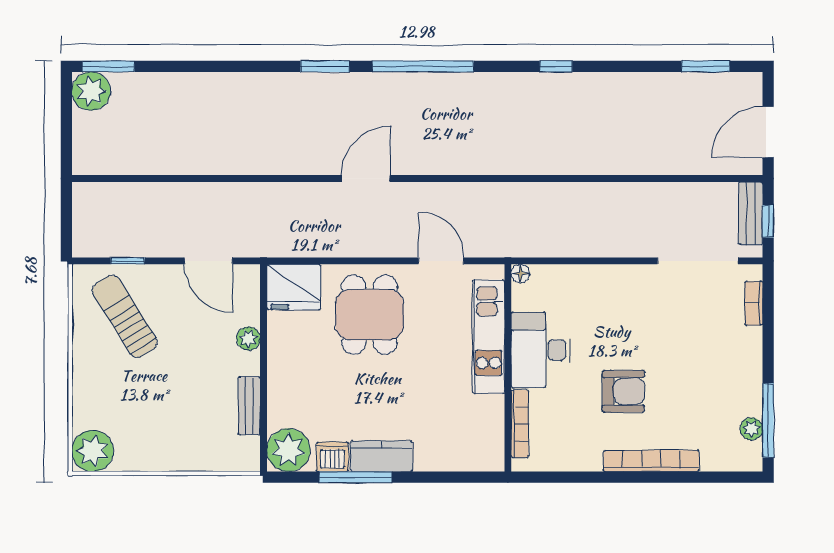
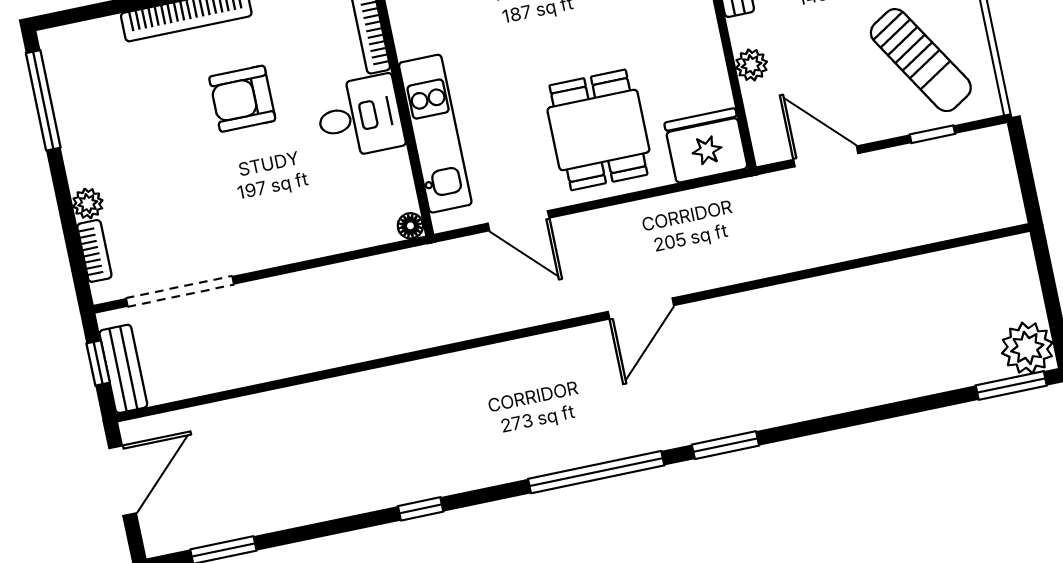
desk: (541, 350) -> (360, 117), width x0.73
plant: (751, 429) -> (88, 203), moved

